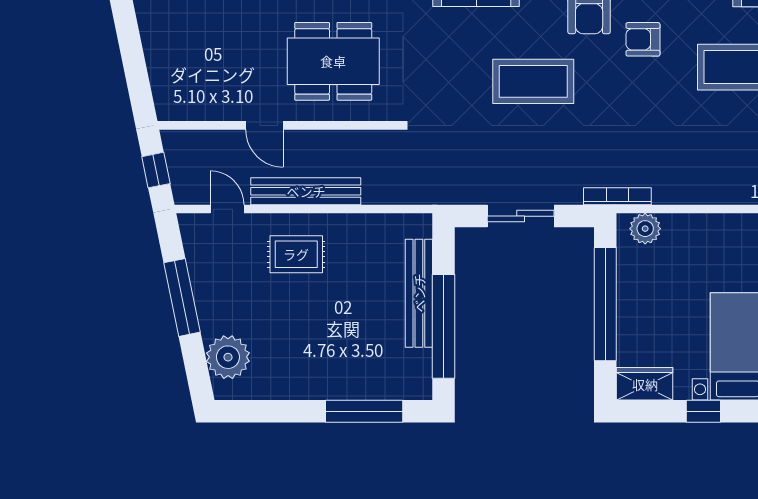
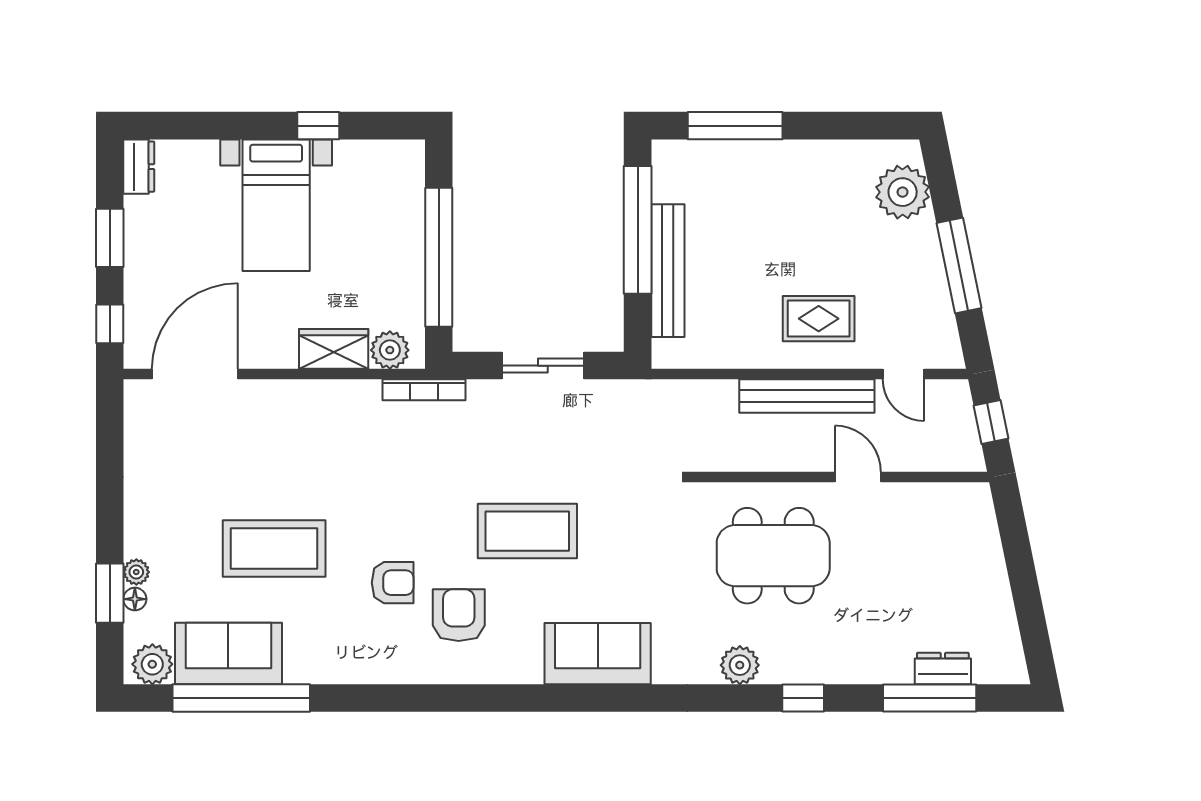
wardrobe: (645, 384) -> (334, 349), moved, turned 180

